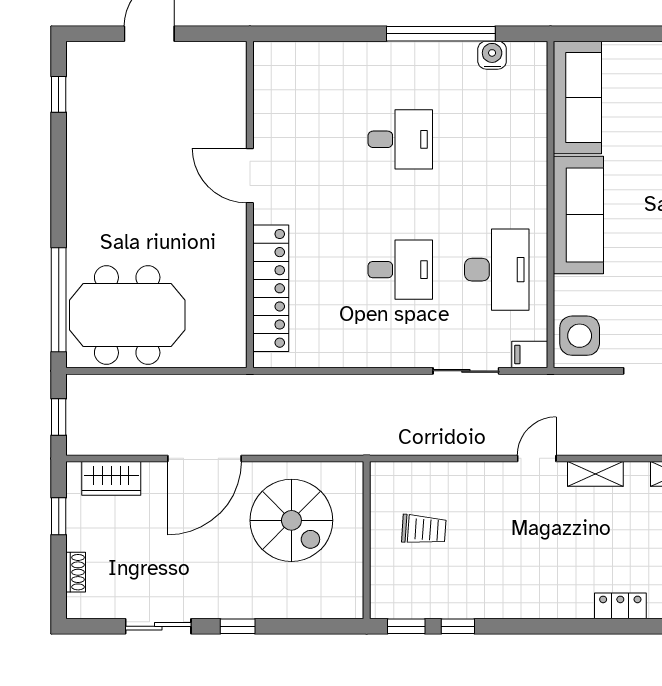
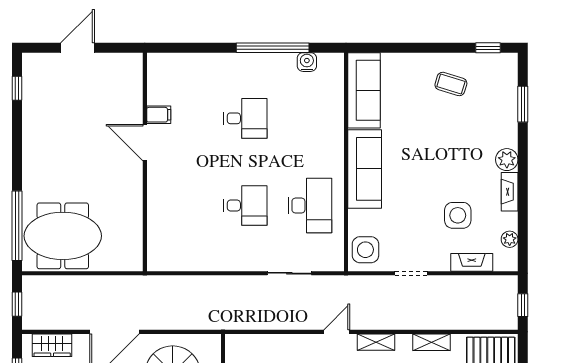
locker: (271, 288) -> (159, 218), removed
filing cabinet: (530, 354) -> (159, 115), moved, turned 180

